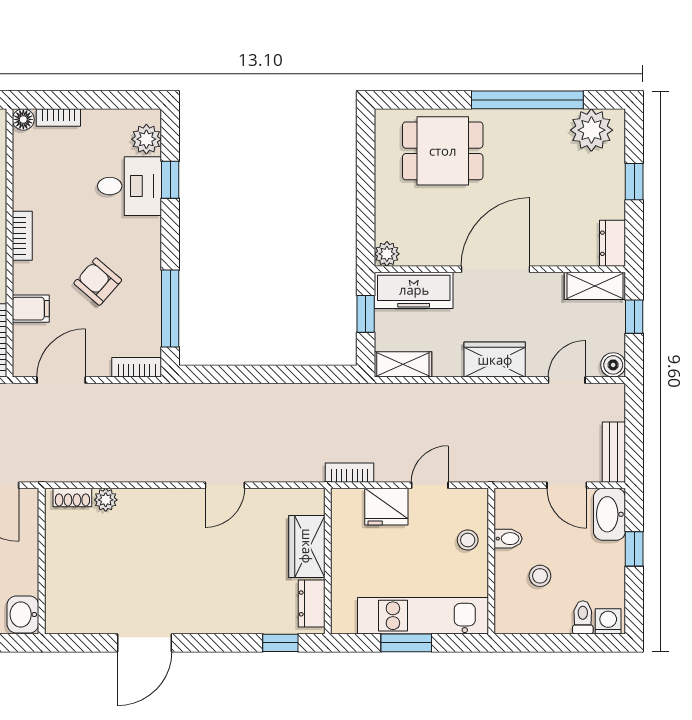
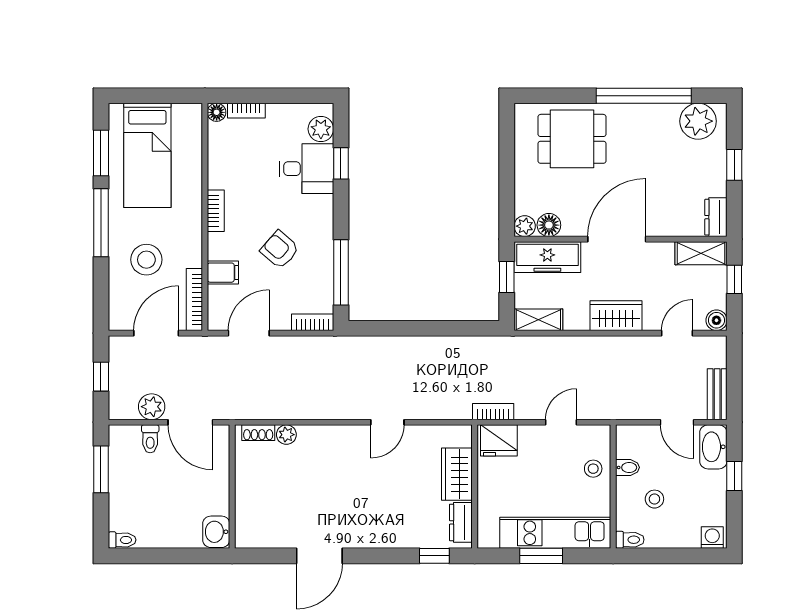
floor lamp: (415, 253) -> (549, 225), added
fridge: (386, 507) -> (499, 440), moved
toilet: (583, 617) -> (630, 540), moved, turned 90

